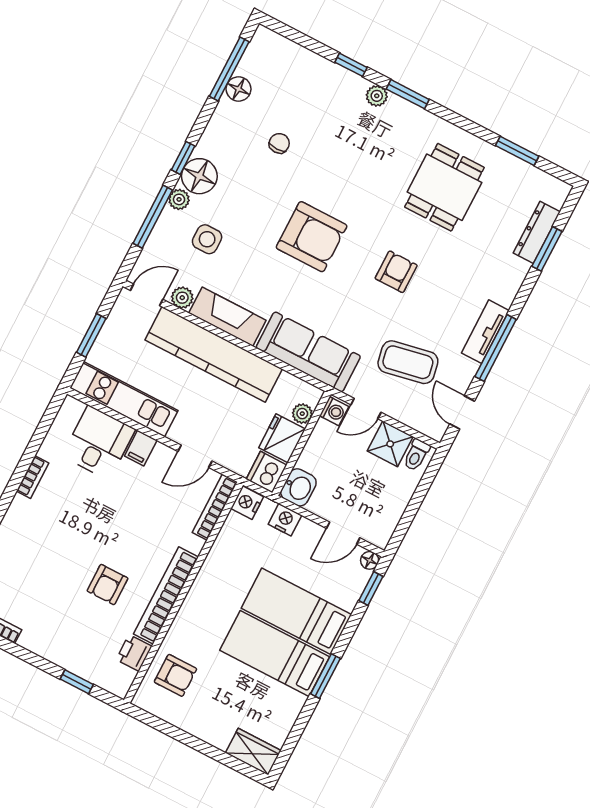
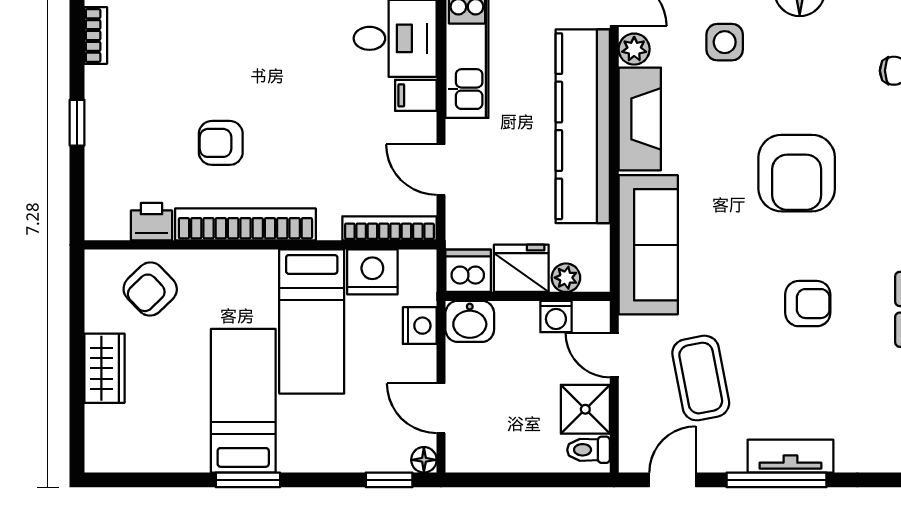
washing machine: (334, 411) -> (556, 316), moved
nightstand: (247, 503) -> (372, 272), moved, width x1.36, depth x1.33
bed: (296, 611) -> (312, 321), moved, turned 180
armchair: (175, 675) -> (150, 289), turned 46
window: (77, 682) -> (77, 123), moved
wardrobe: (253, 752) -> (104, 368), moved

